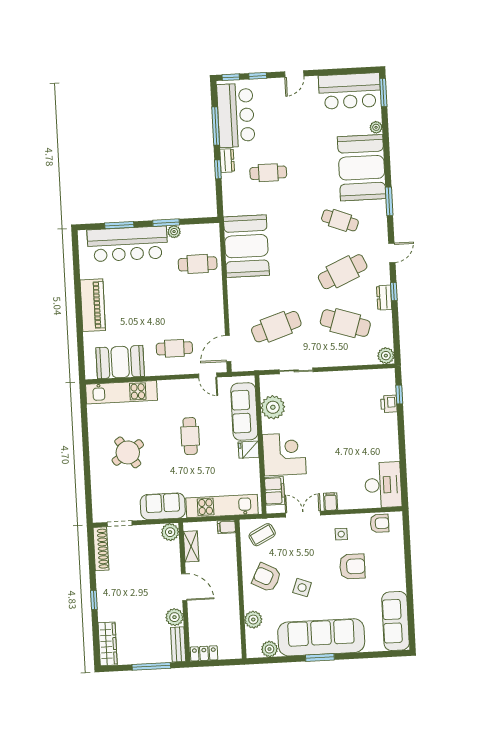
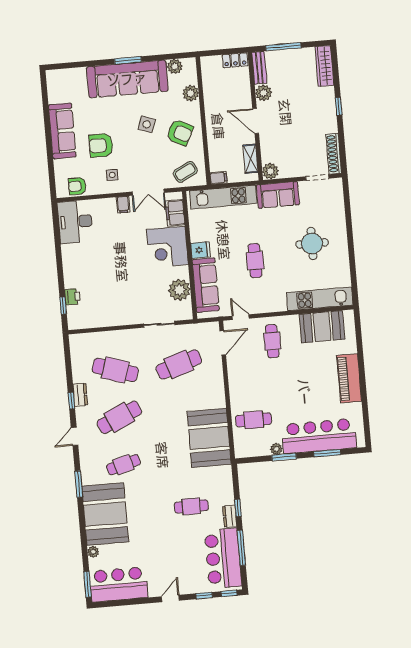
cafe table: (340, 220) -> (124, 465), turned -36
cafe table: (174, 348) -> (272, 341), turned 90
plant: (386, 356) -> (77, 341), removed
round table: (128, 452) -> (312, 243), turned 34
sofa: (396, 621) -> (62, 131), moved

